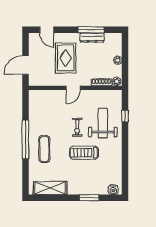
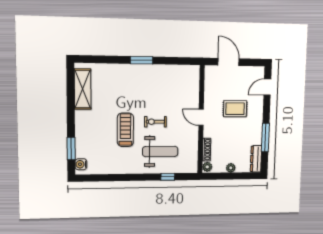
dresser: (92, 38) -> (256, 159), moved
rug: (66, 58) -> (235, 109), width x0.73, depth x0.70
window: (26, 140) -> (142, 60), width x0.47
exercise mat: (44, 149) -> (130, 83), removed
window: (89, 198) -> (71, 149), moved

